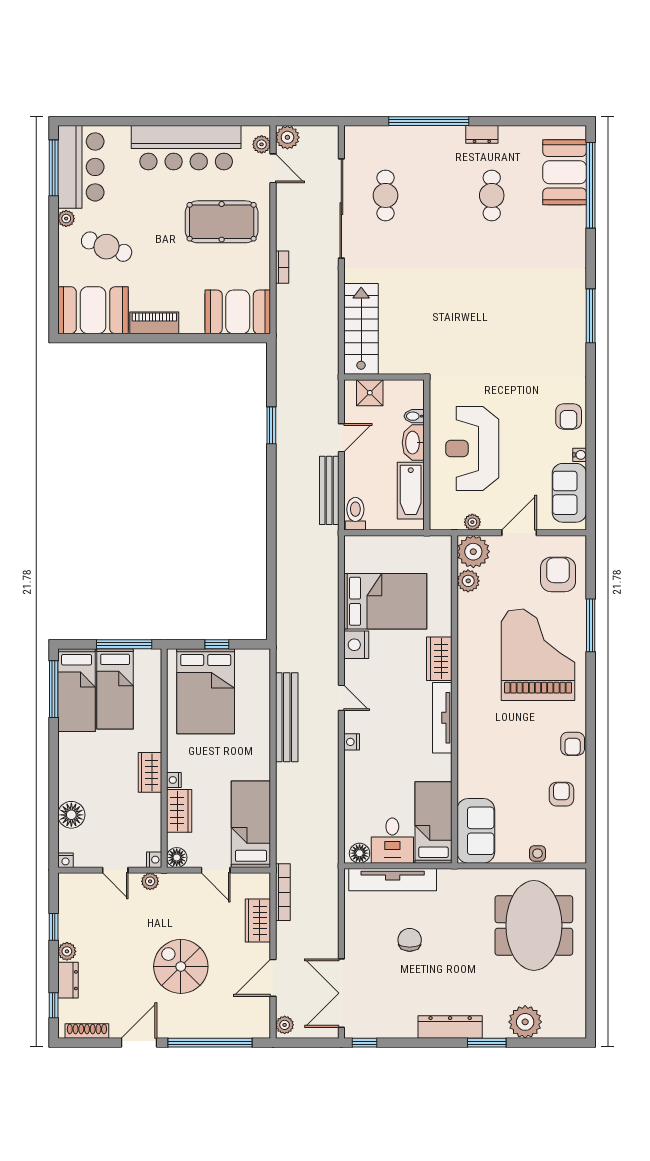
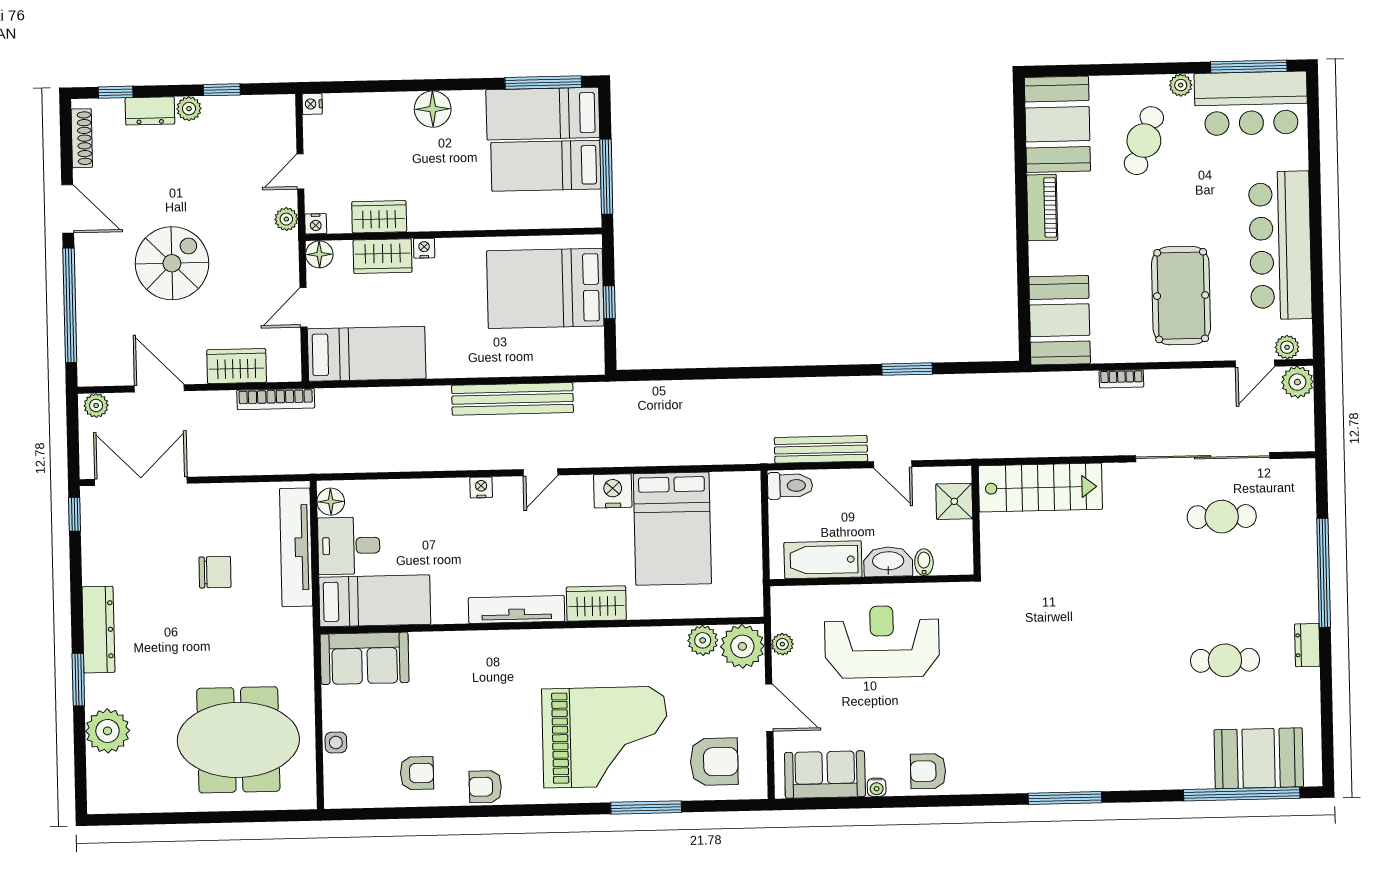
wardrobe: (150, 772) -> (379, 217), moved
floor lamp: (71, 815) -> (433, 109), moved

